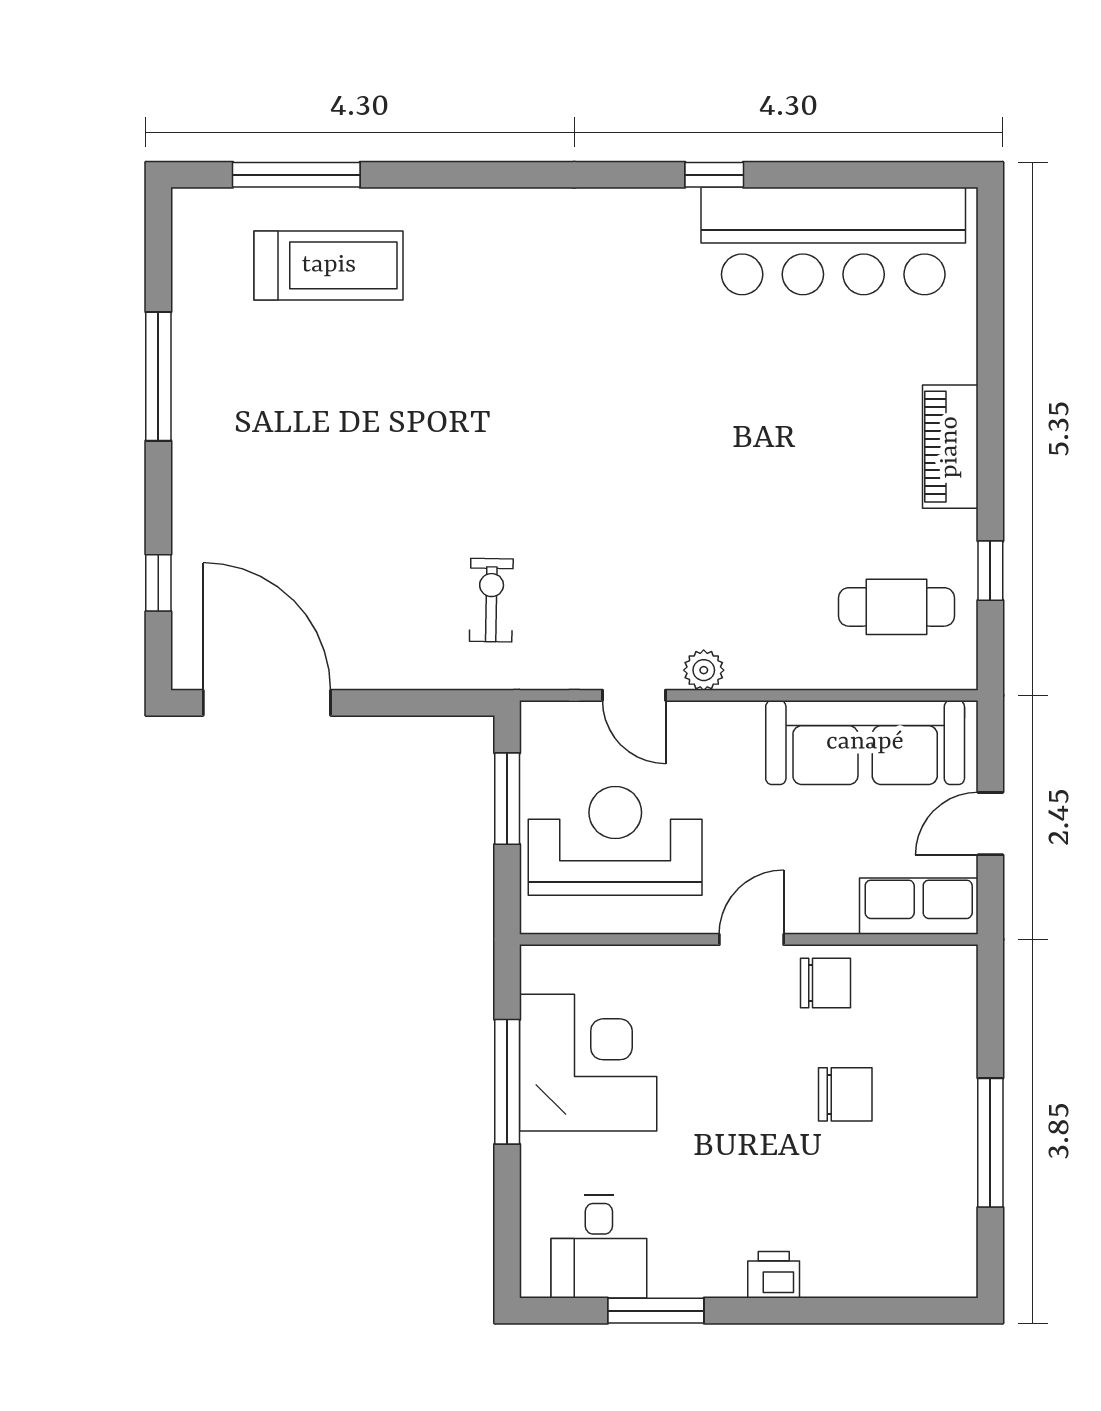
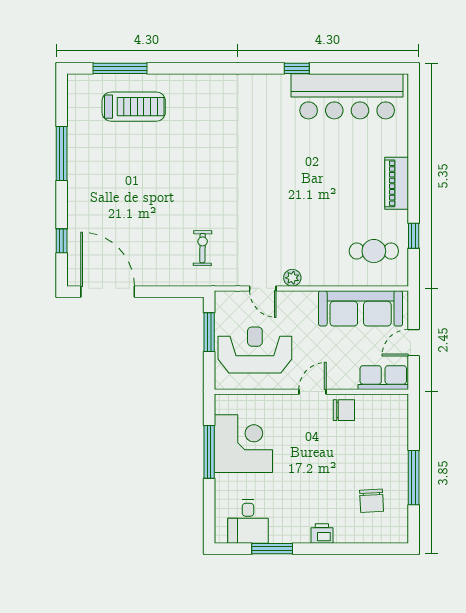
chair: (845, 1094) -> (372, 501), moved, turned 87

